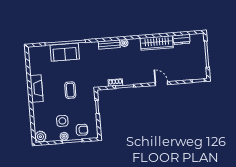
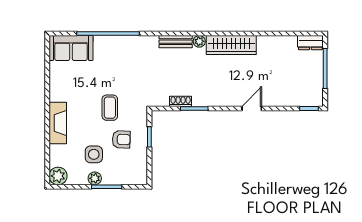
dresser: (182, 39) -> (310, 43), moved
wardrobe: (157, 43) -> (231, 45), moved
sofa: (65, 52) -> (71, 48), moved
door: (161, 84) -> (252, 109), hinge flipped
fireplace: (36, 89) -> (58, 123), moved
armchair: (82, 130) -> (121, 139), moved

